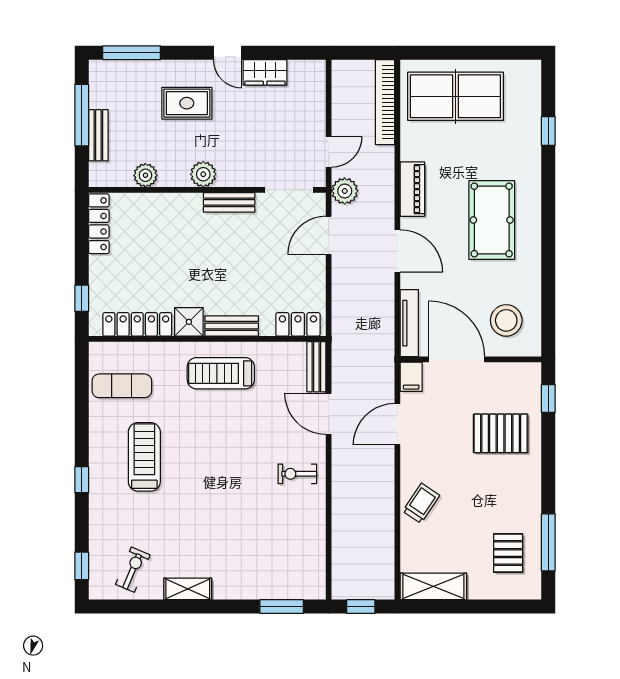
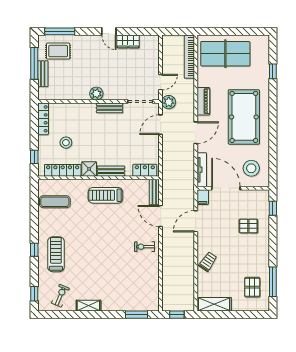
rug: (187, 103) -> (58, 51), moved
plant: (145, 175) -> (67, 94), removed
pool table: (492, 220) -> (244, 117), width x1.36, depth x1.32
door: (397, 251) -> (196, 133), hinge flipped
stool: (144, 270) -> (66, 143), added
pallet: (501, 433) -> (248, 226), width x0.67, depth x0.71
treadmill: (144, 457) -> (56, 254), moved

